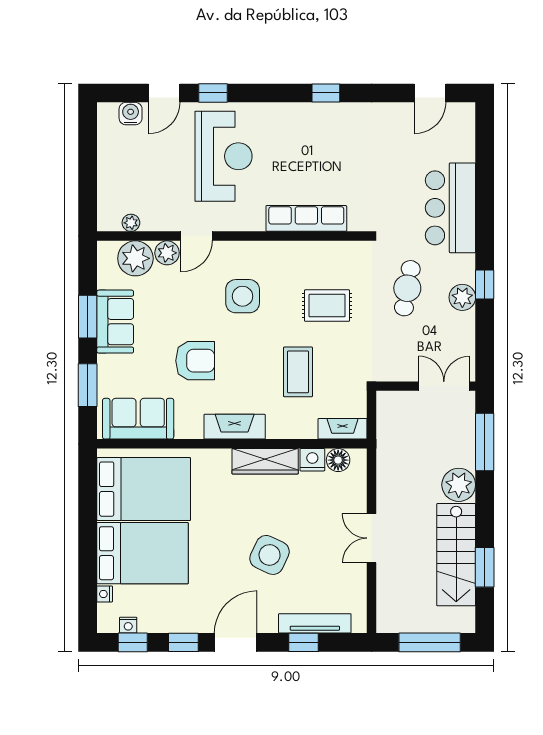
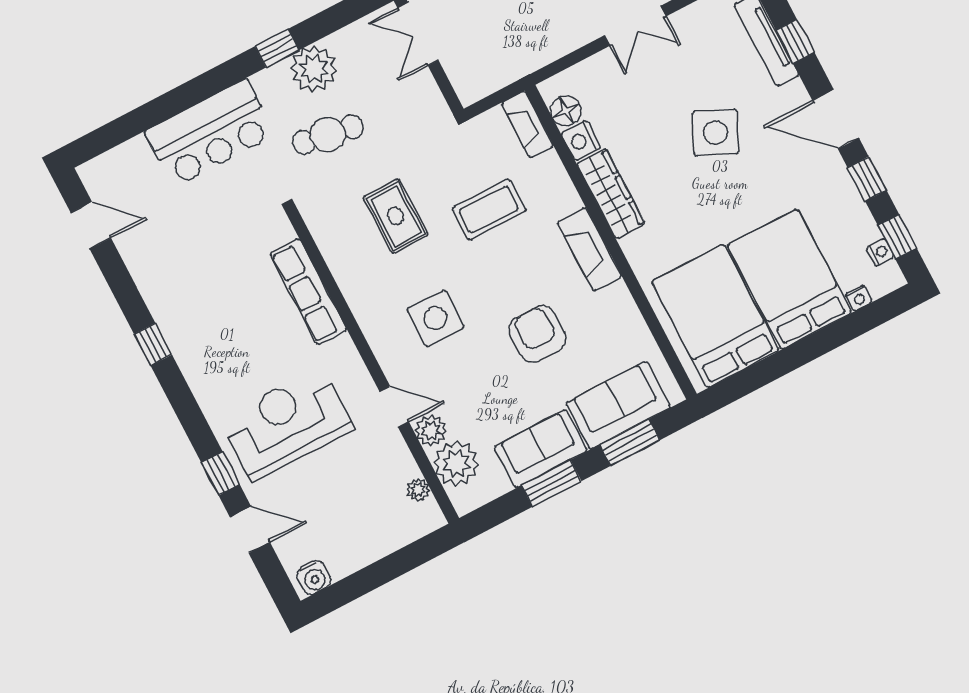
water cooler: (131, 114) -> (314, 577), moved, turned -90
plant: (462, 297) -> (314, 69), width x1.36, depth x1.36
sofa: (138, 419) -> (618, 405), moved, turned 90

